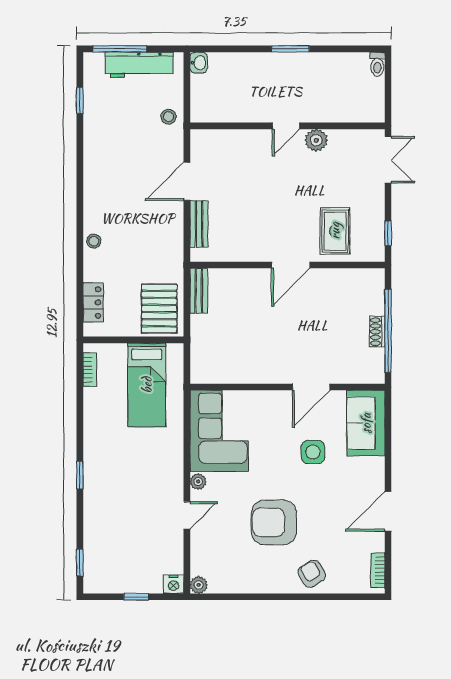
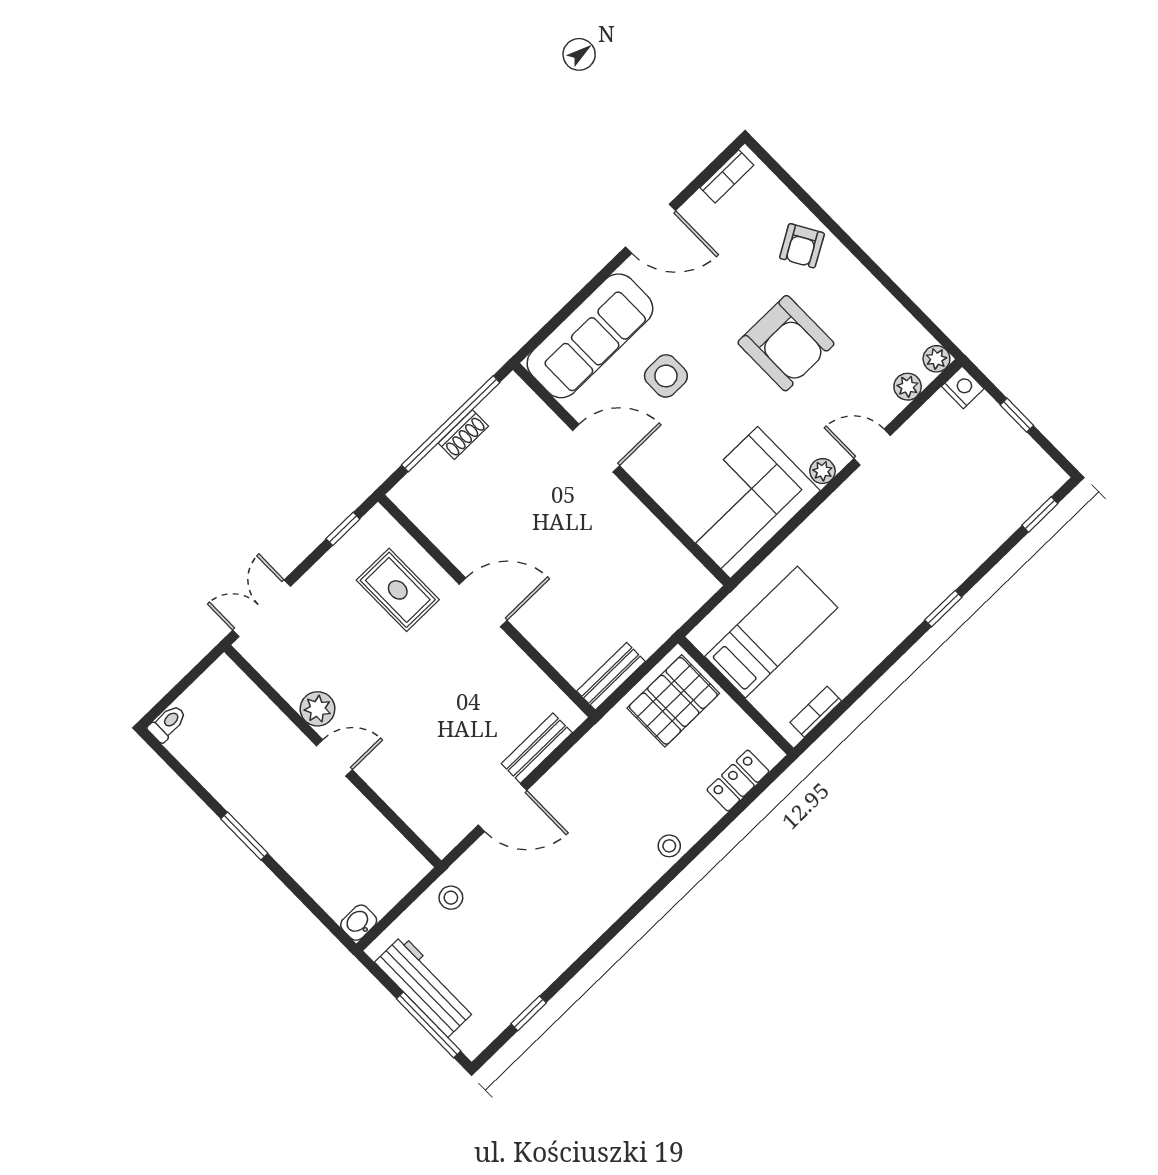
rug: (335, 231) -> (398, 590), turned 90
sofa: (366, 423) -> (590, 336), width x1.36
plant: (199, 559) -> (908, 387), added

